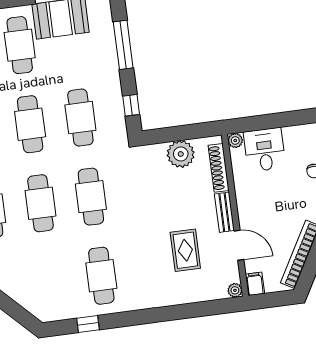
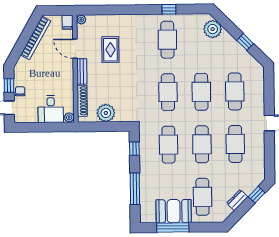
plant: (35, 300) -> (213, 29), added
window: (88, 324) -> (169, 9), moved

